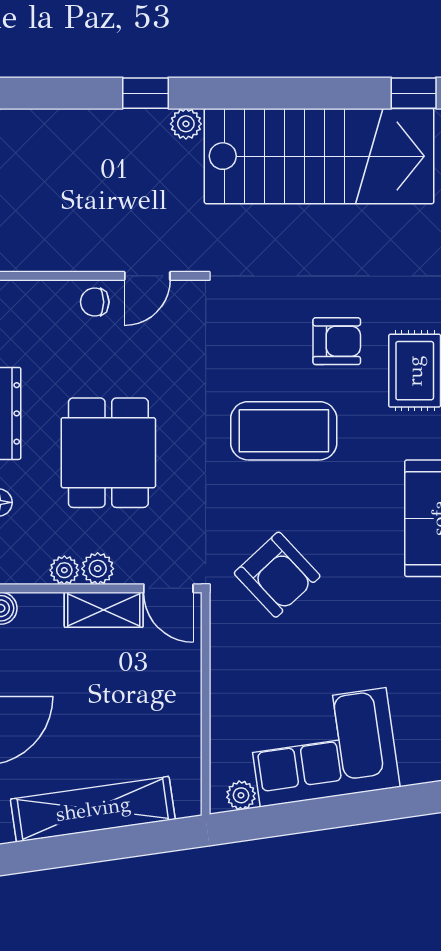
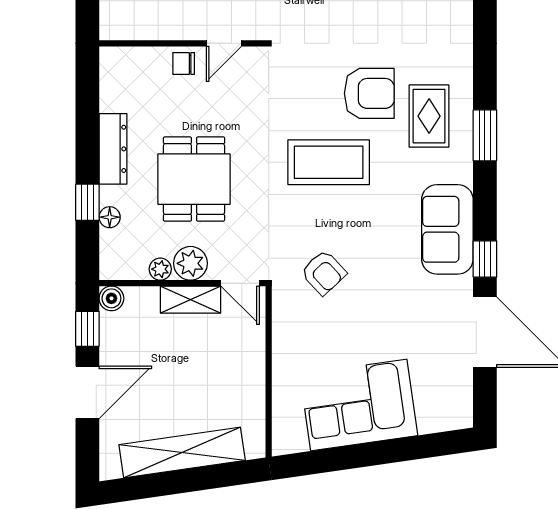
armchair: (337, 341) -> (369, 93), width x1.38, depth x1.38
plant: (98, 569) -> (190, 263), width x1.38, depth x1.38
armchair: (277, 575) -> (324, 273), width x0.72, depth x0.72
plant: (241, 795) -> (296, 442), removed

